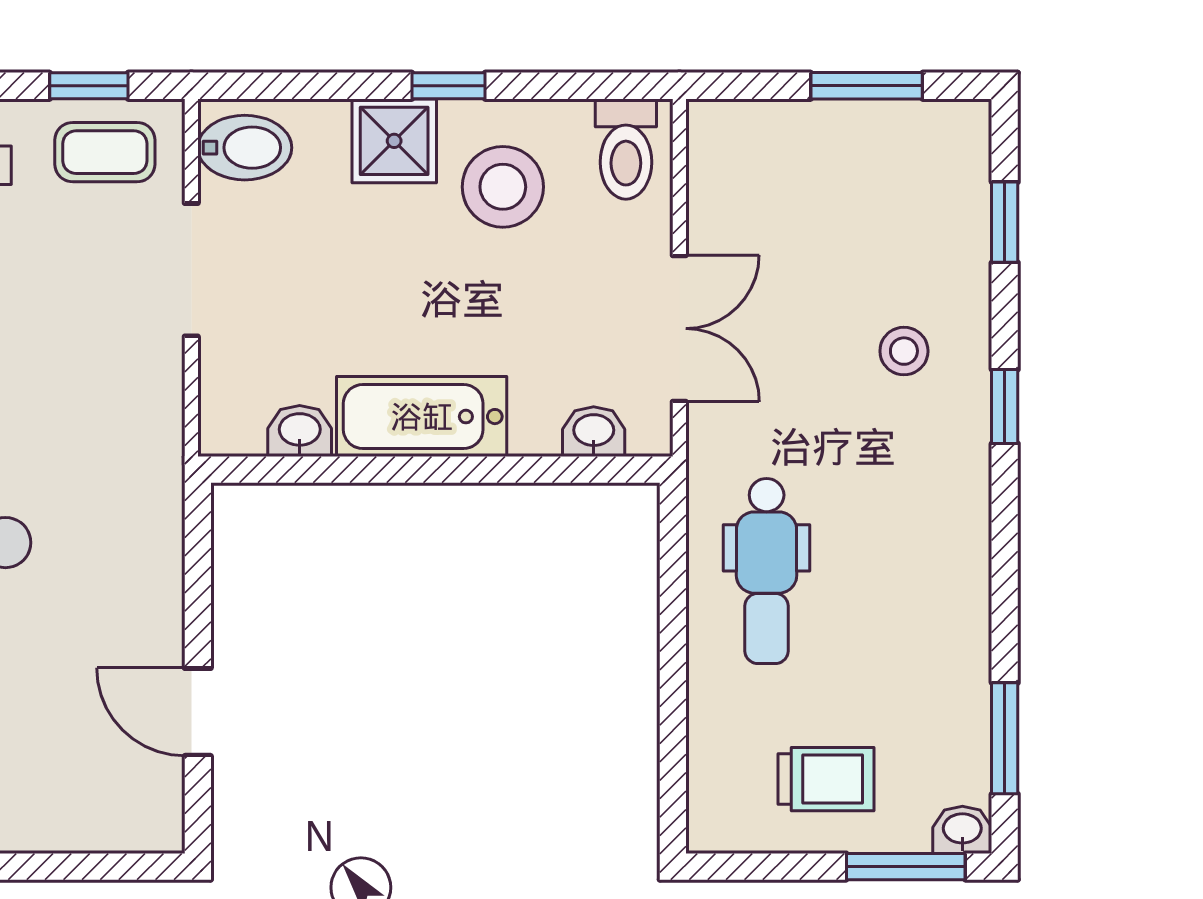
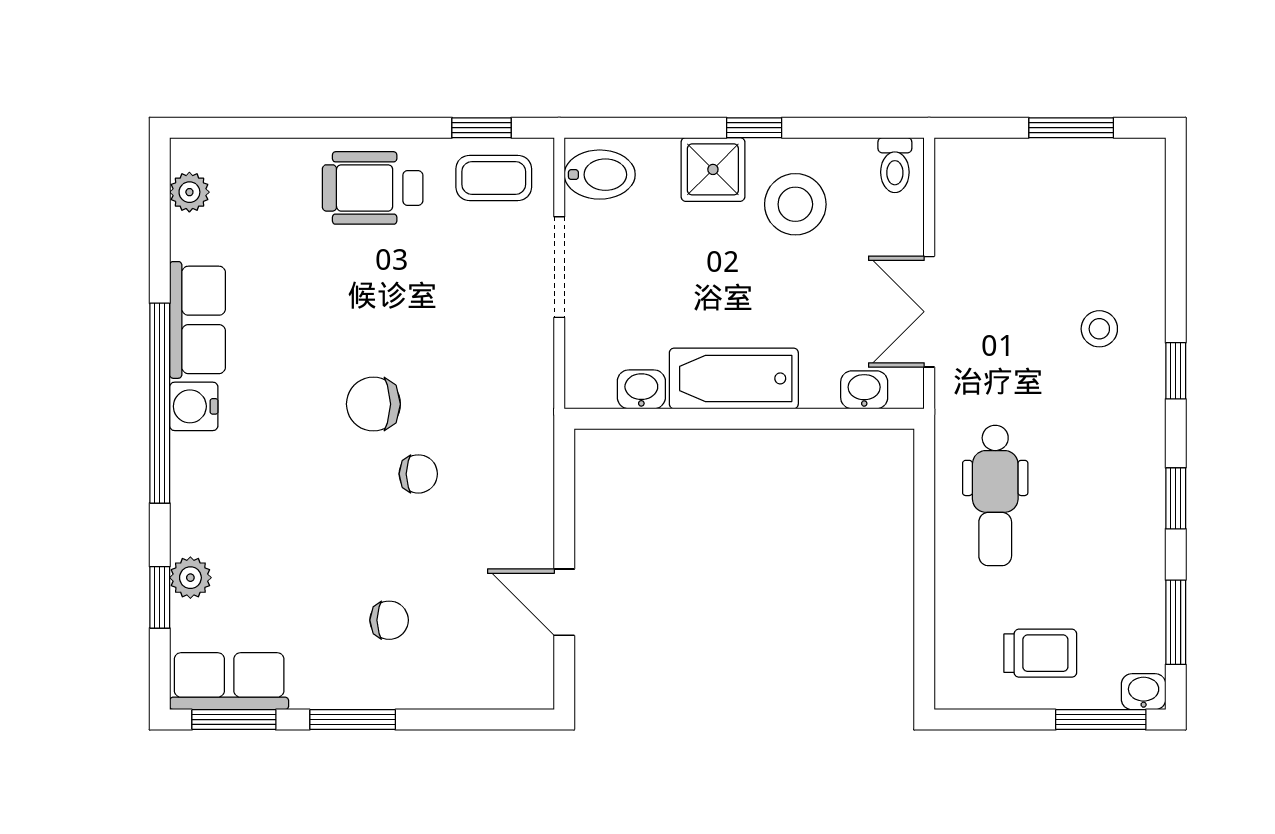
toilet: (626, 149) -> (895, 165), width x0.73, depth x0.72
window: (1005, 222) -> (1176, 498), moved
double door: (679, 328) -> (929, 312), swing flipped

